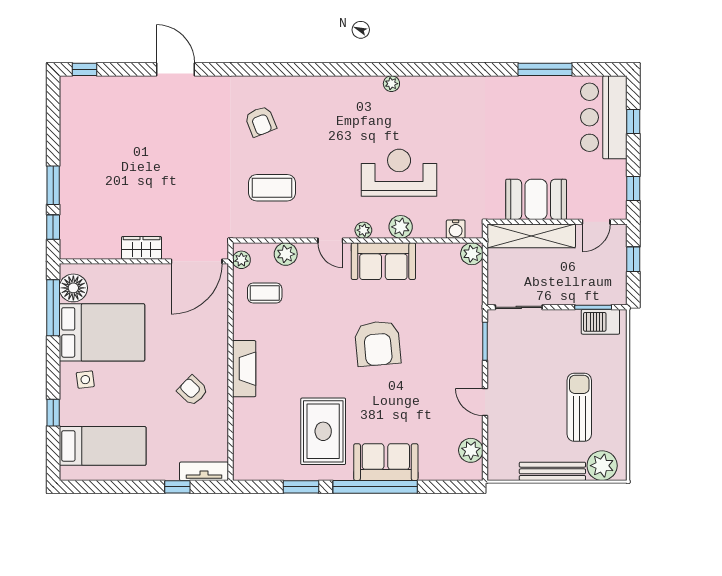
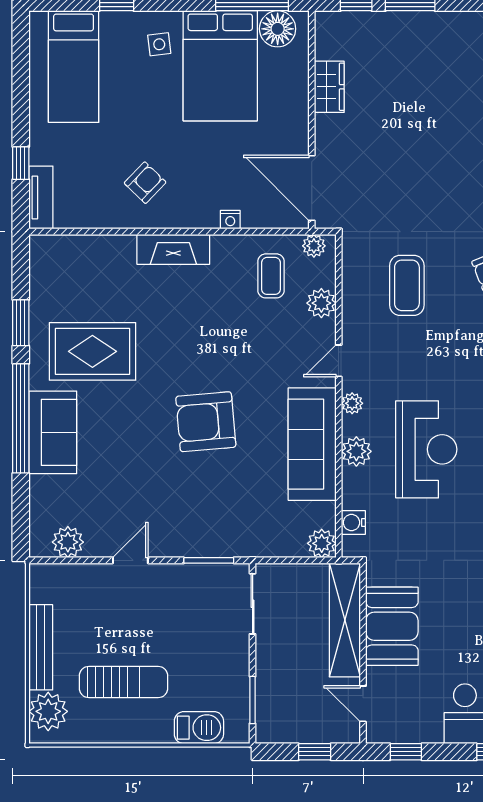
wardrobe: (142, 248) -> (329, 87), moved
sofa: (383, 261) -> (312, 444), width x1.36
barbecue: (600, 322) -> (199, 728), moved, turned 90
nightstand: (221, 325) -> (230, 220), added

